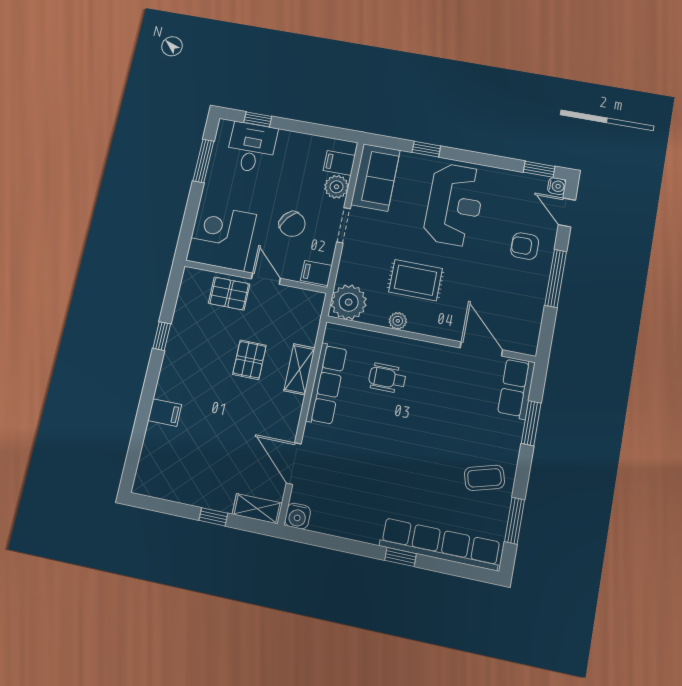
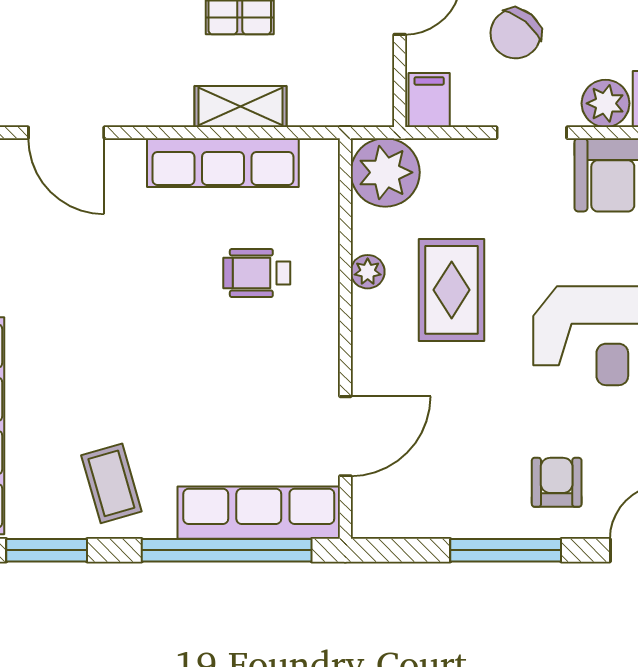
wheelchair: (387, 378) -> (257, 273), turned -90
row of seats: (516, 388) -> (259, 513), width x1.48
window: (531, 423) -> (227, 550), width x2.11
door: (294, 464) -> (66, 133), swing flipped

